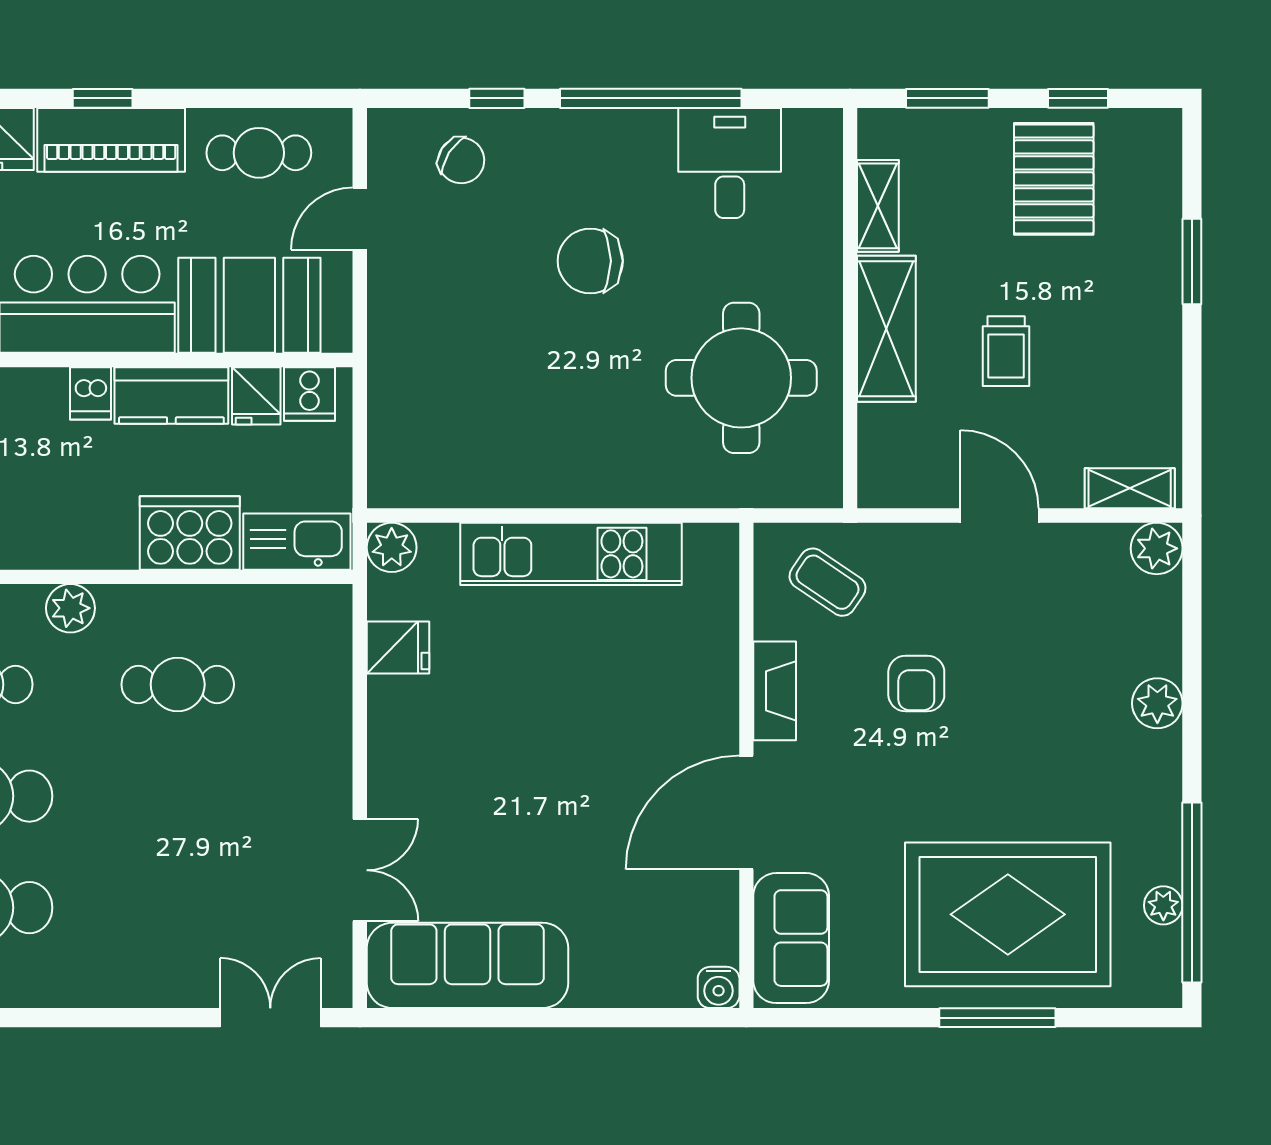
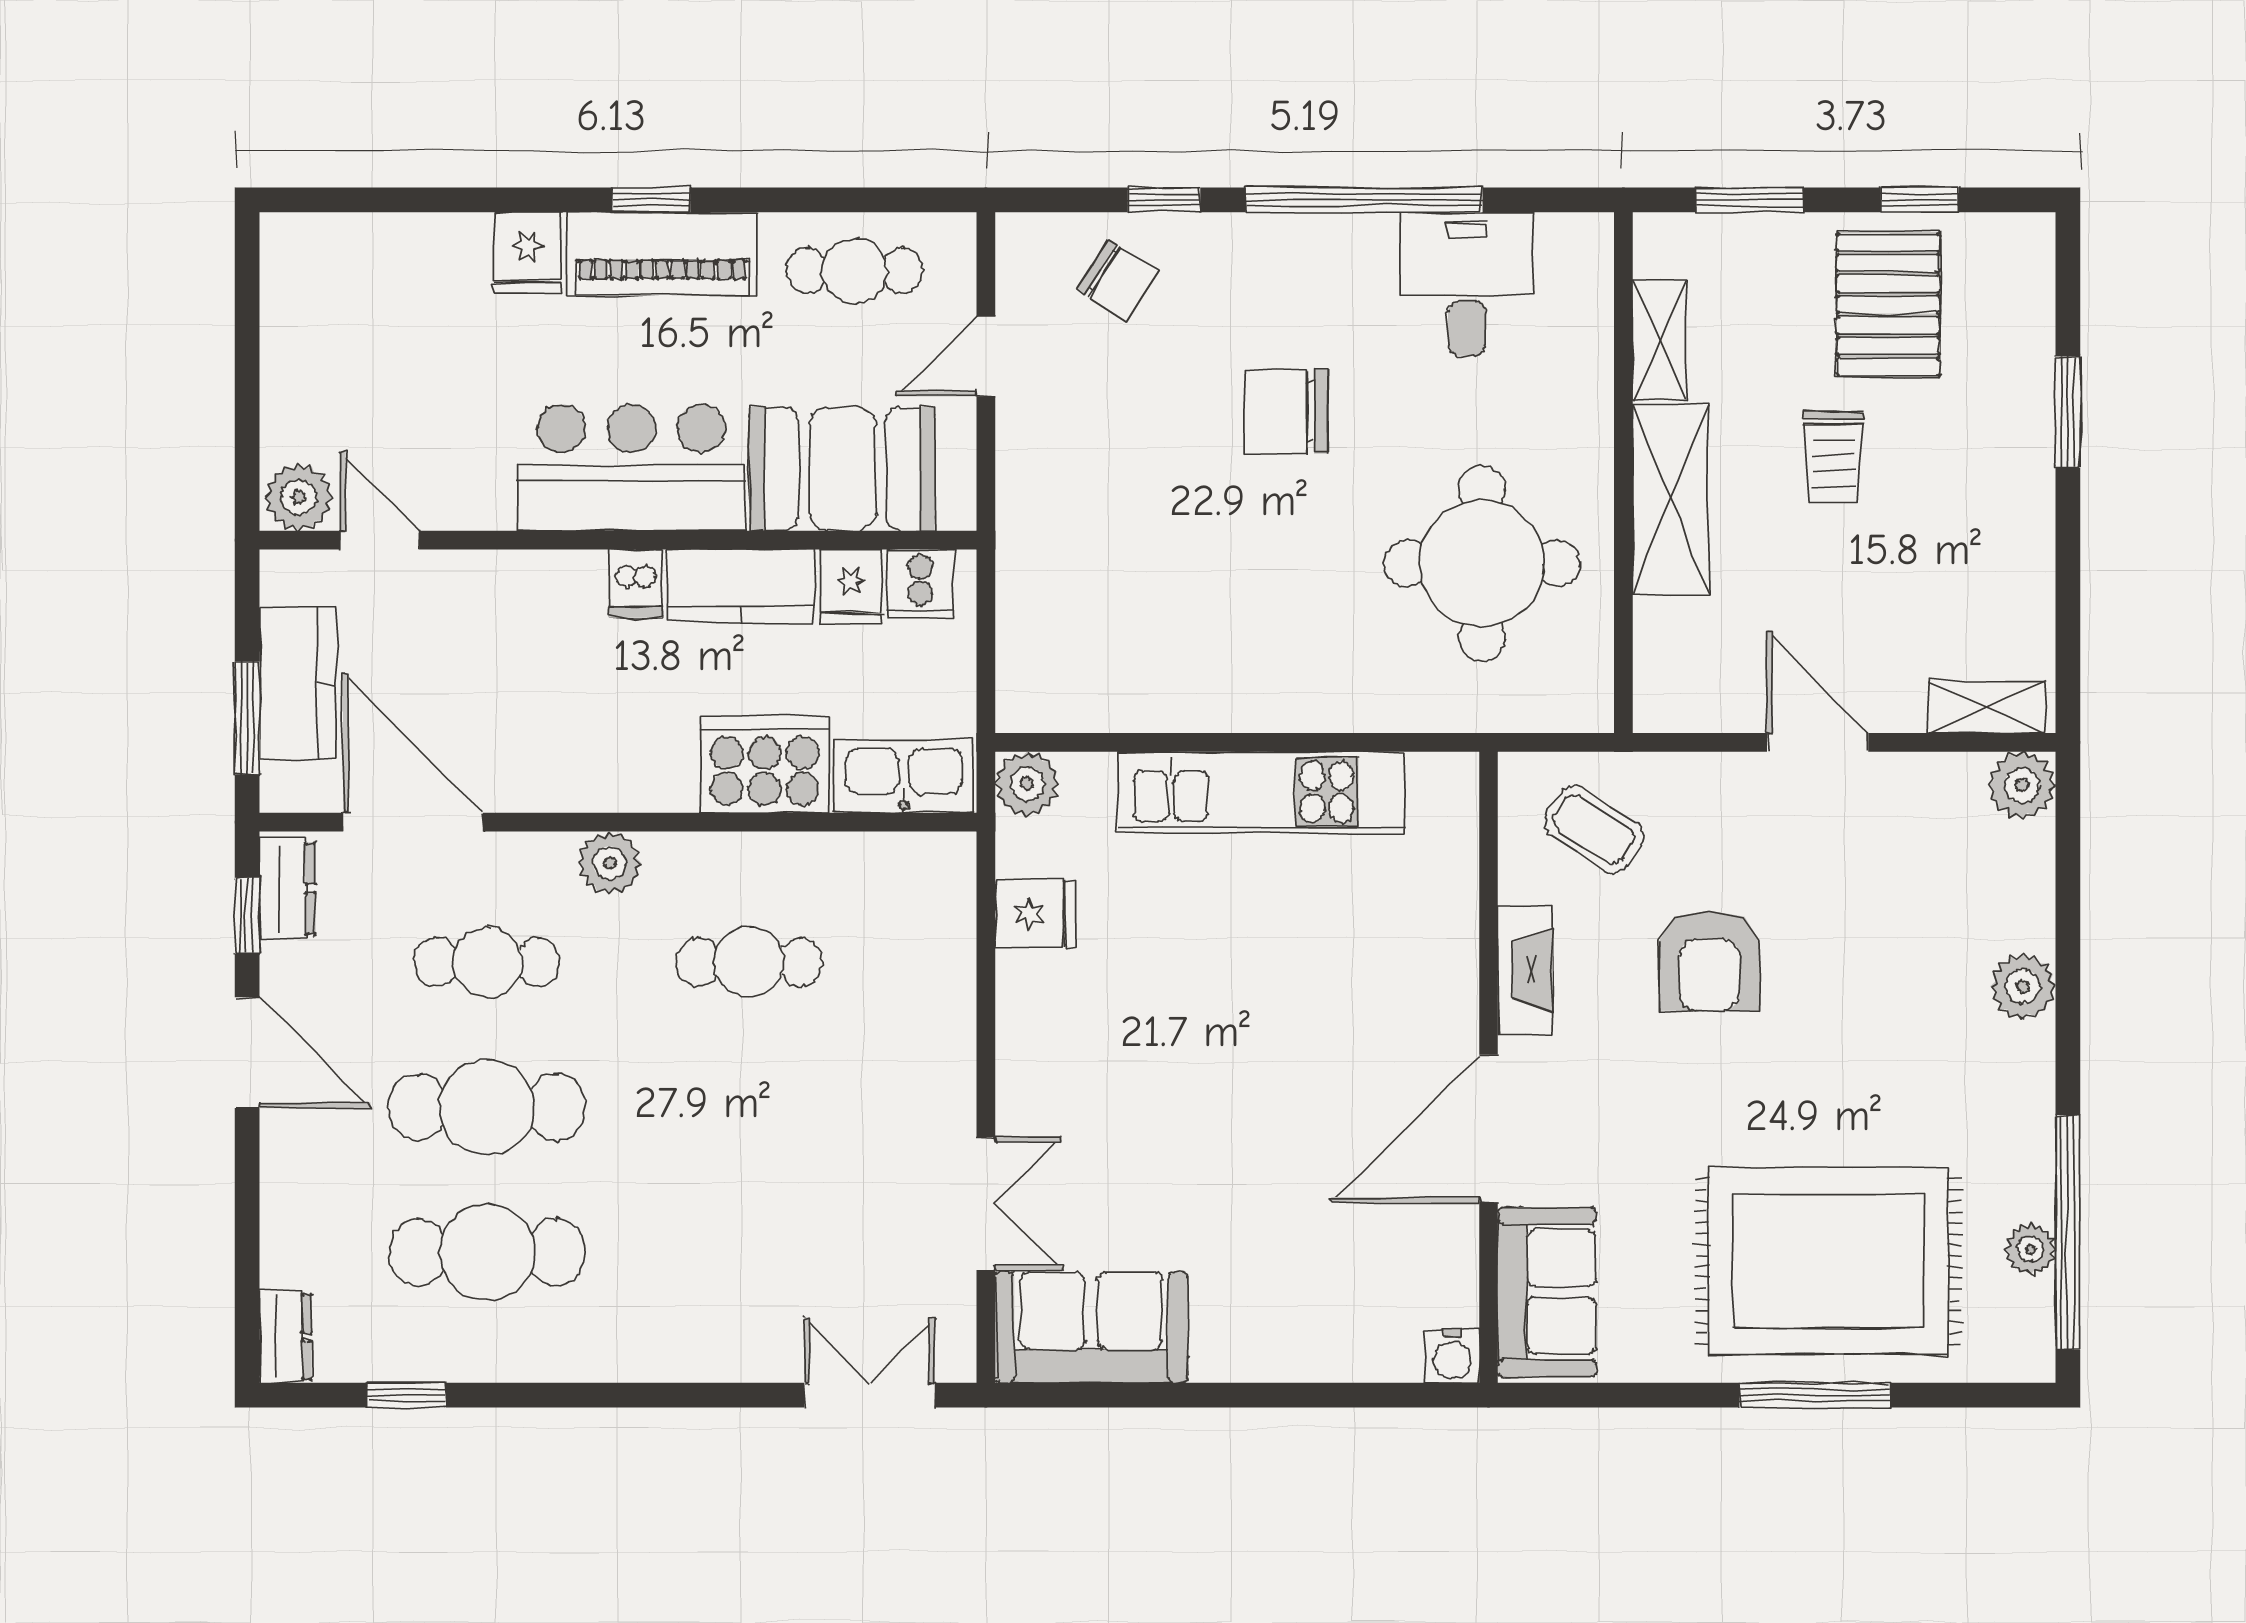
trolley: (1006, 351) -> (1834, 457), moved
armchair: (916, 683) -> (1709, 961), width x1.38, depth x1.38
sofa: (468, 965) -> (1091, 1327), width x0.73

